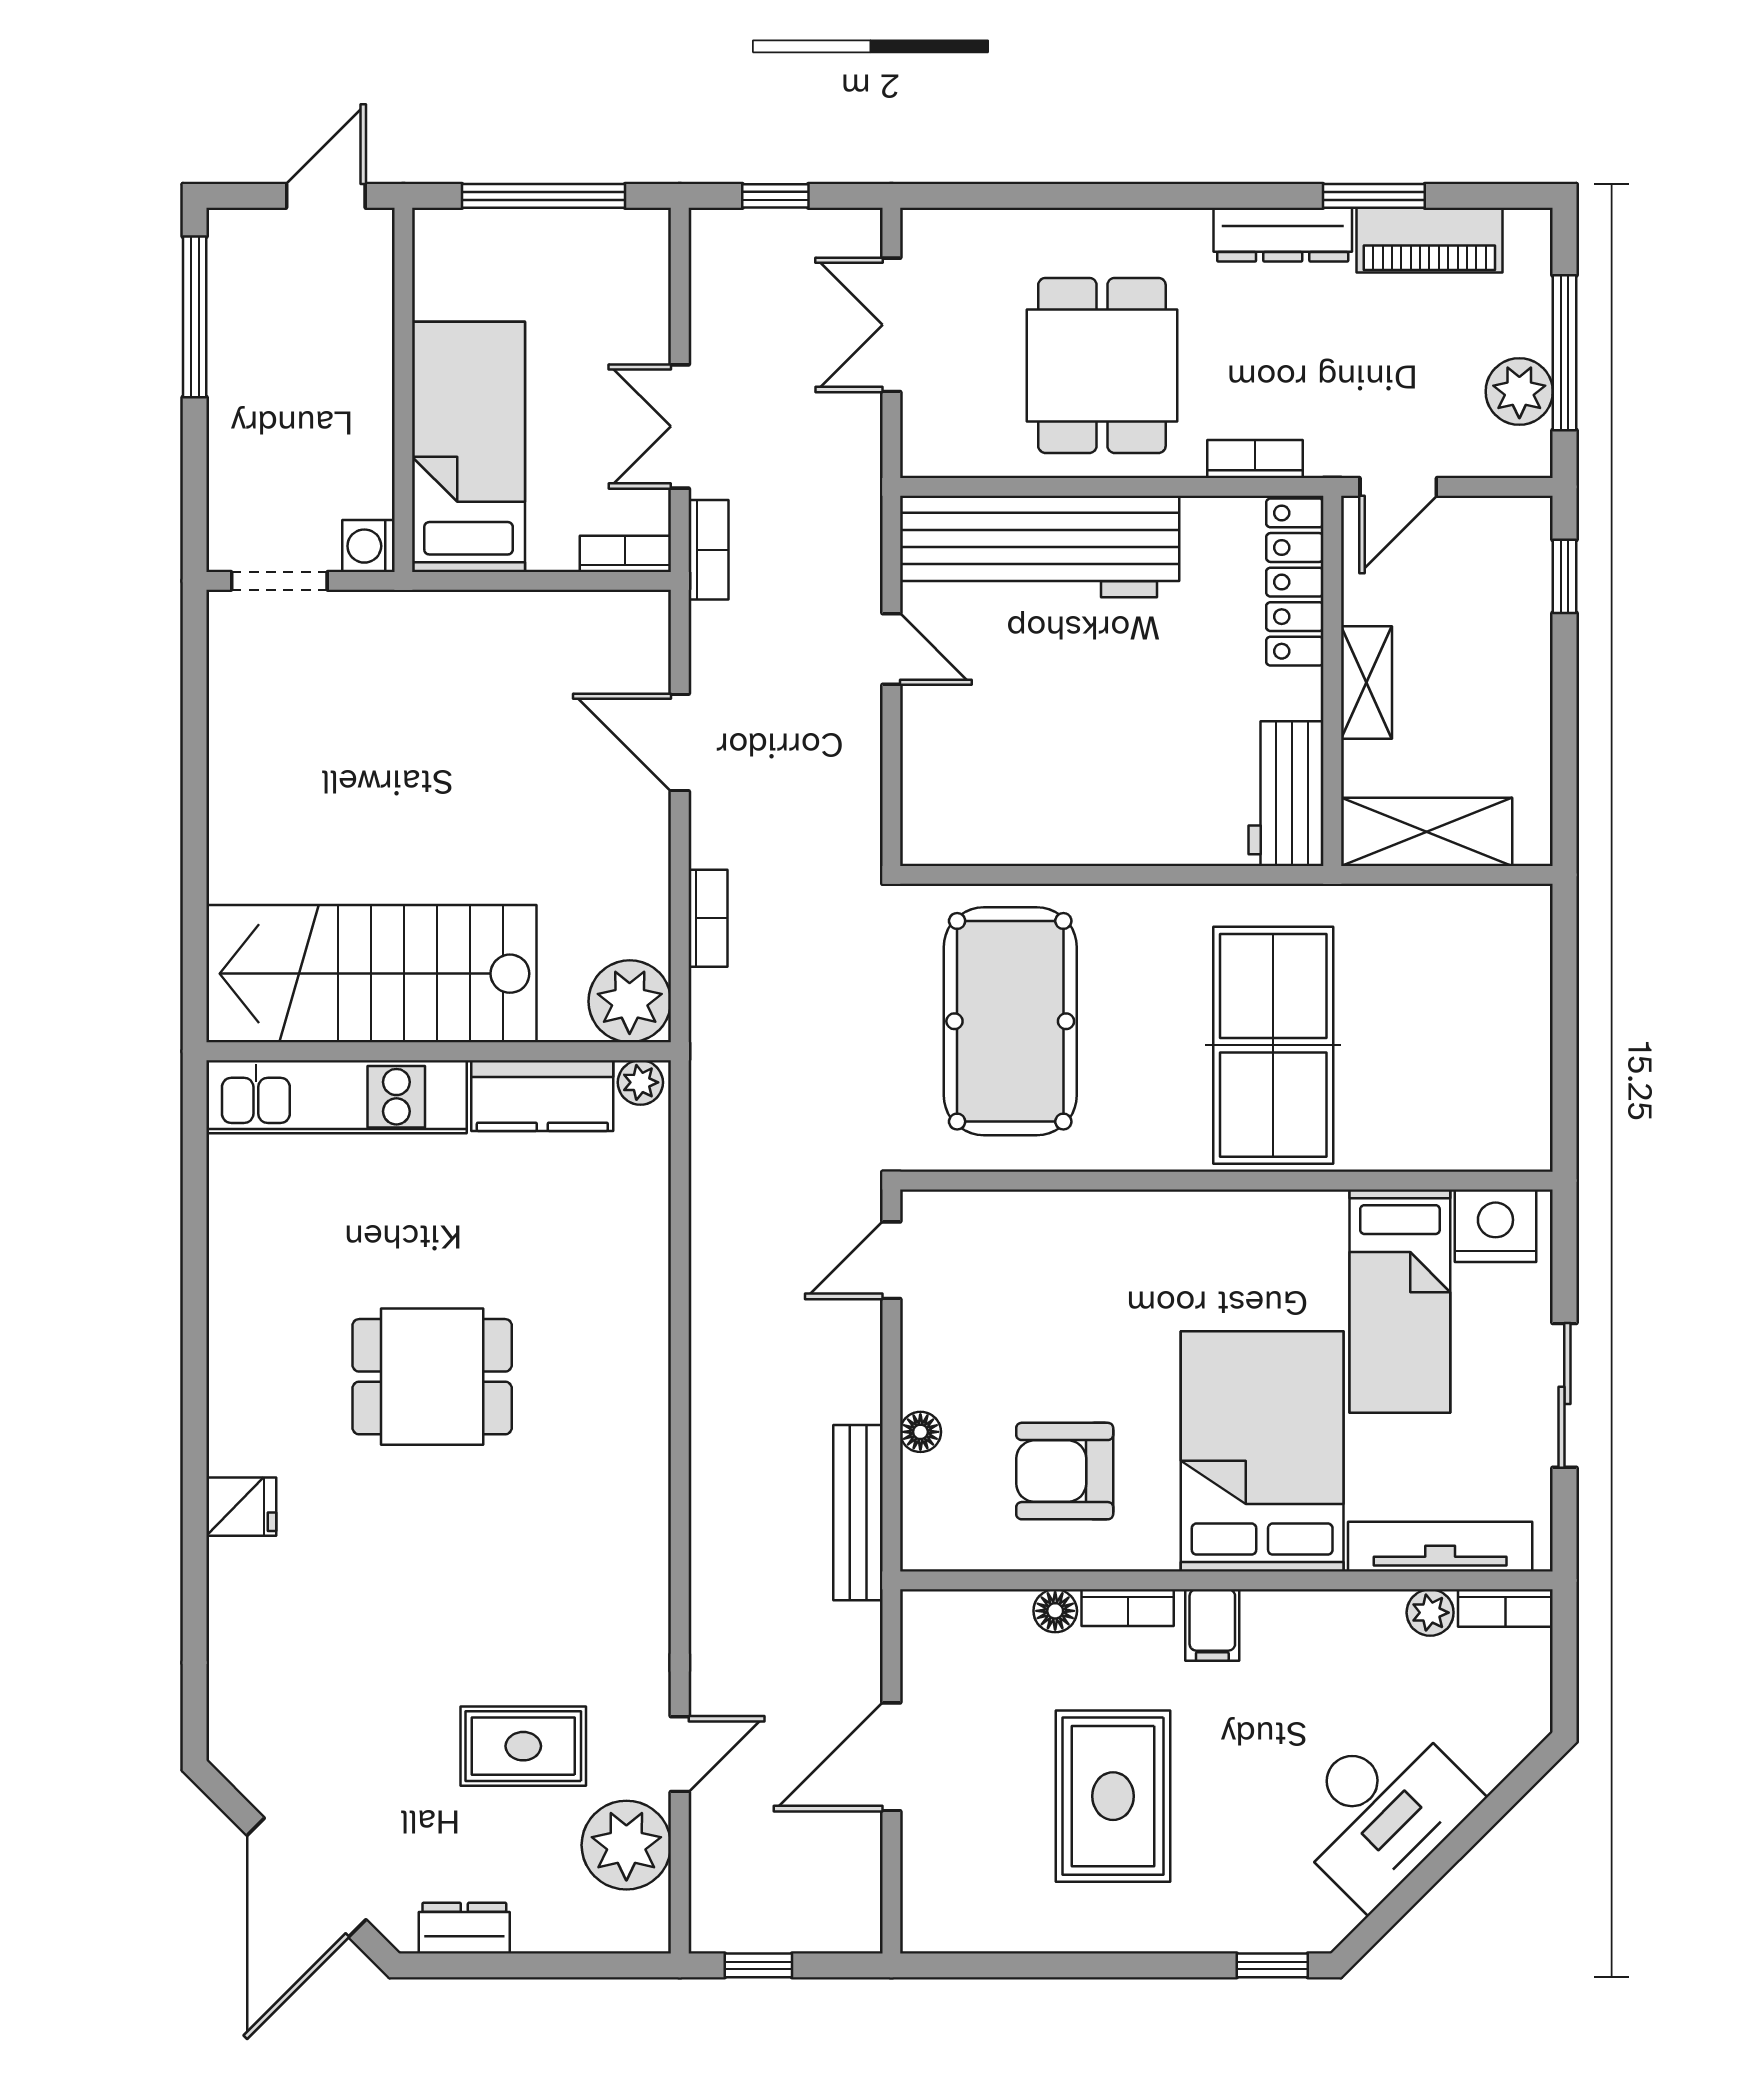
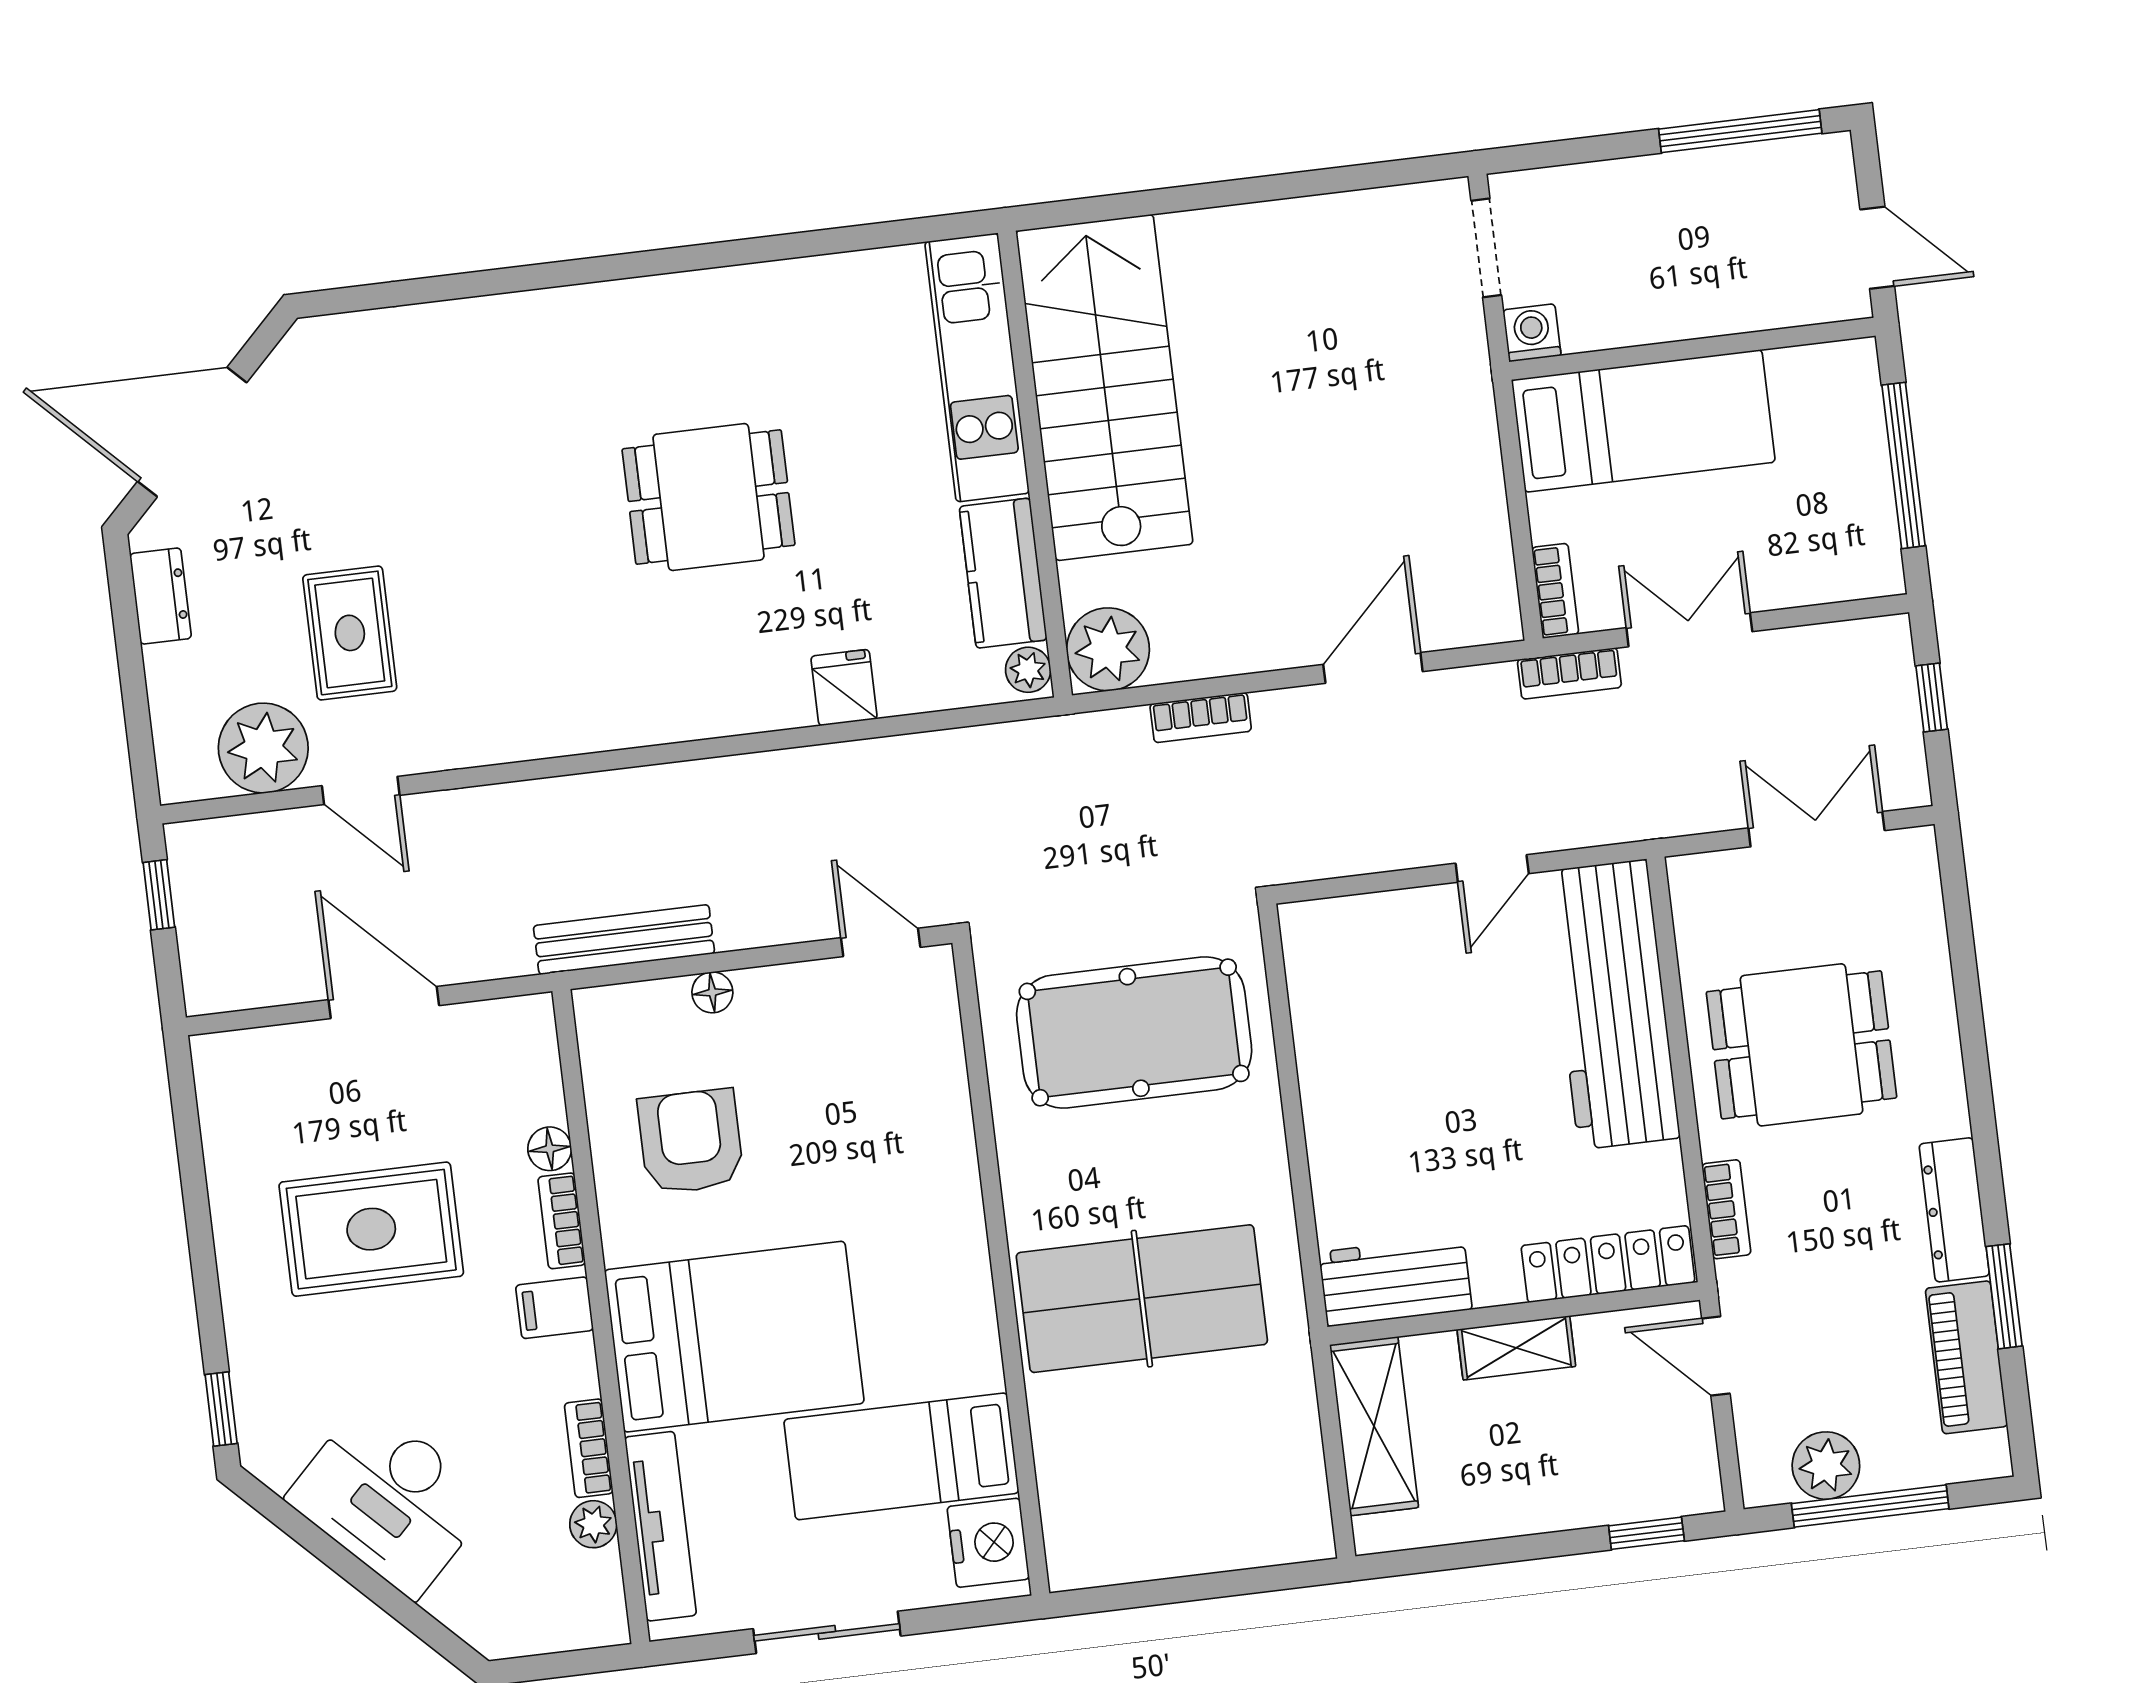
dining table: (432, 1377) -> (709, 497), turned 90
fridge: (241, 1507) -> (844, 688), moved, turned 180
bookcase: (1505, 1608) -> (589, 1448), moved

